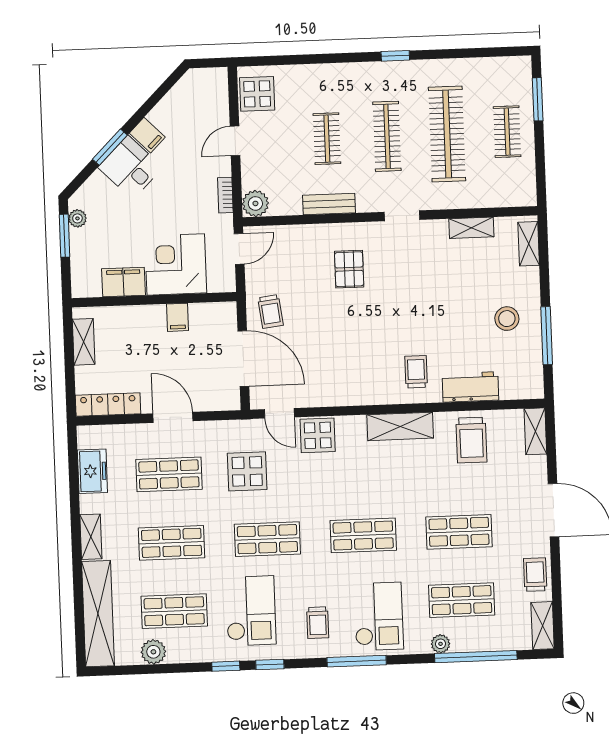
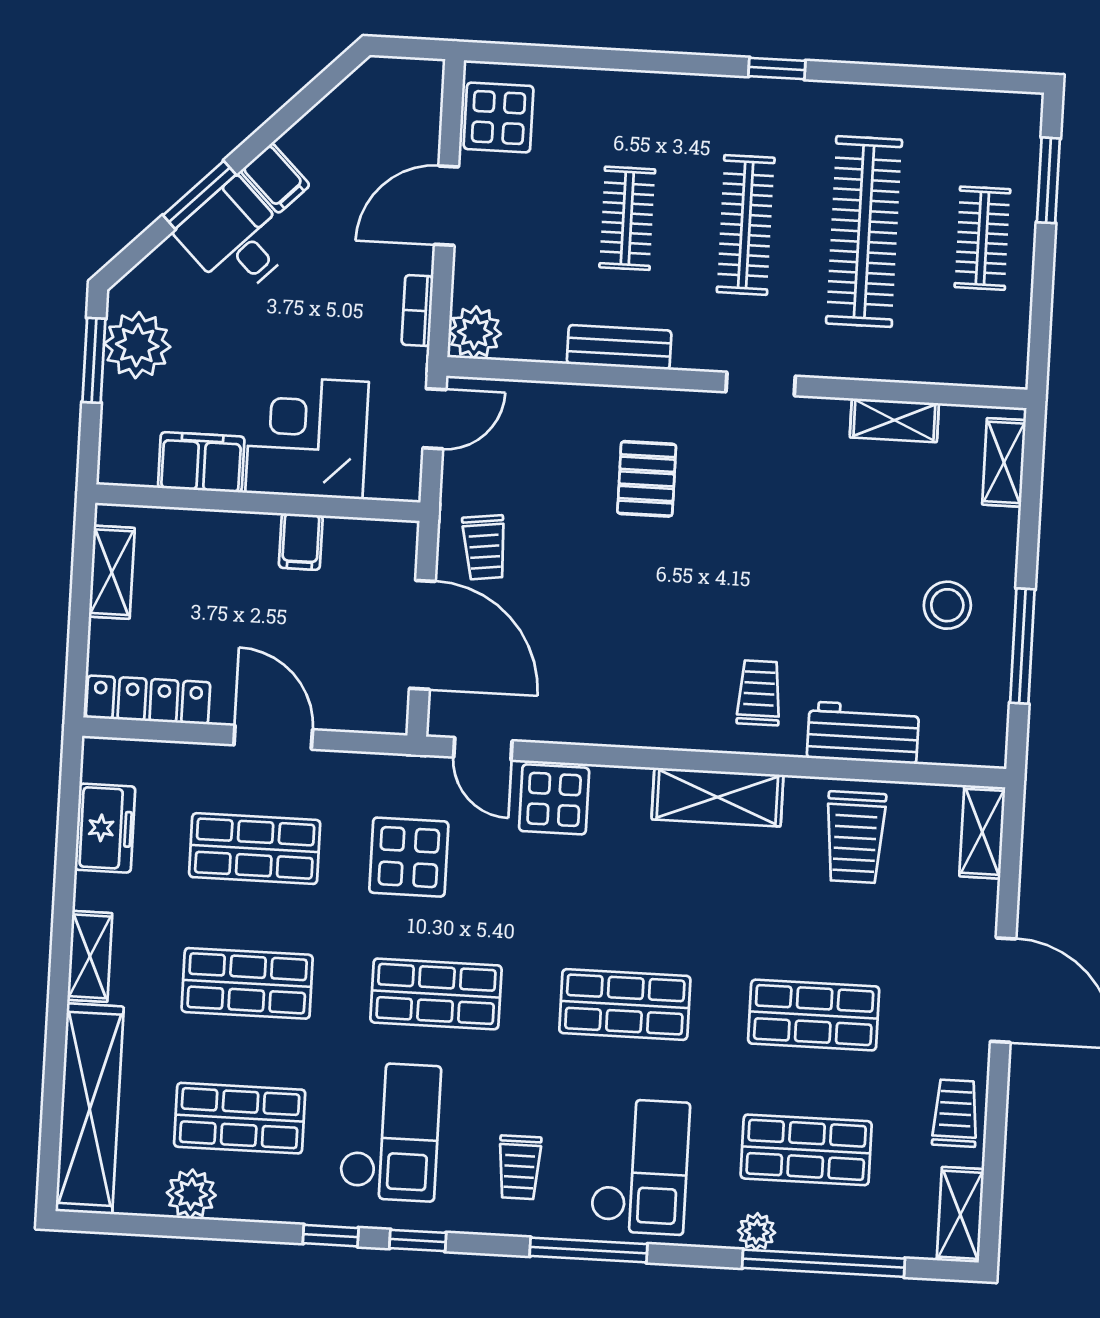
door: (235, 141) -> (446, 206), width x1.38
plant: (77, 218) -> (137, 345), width x1.87, depth x1.87

